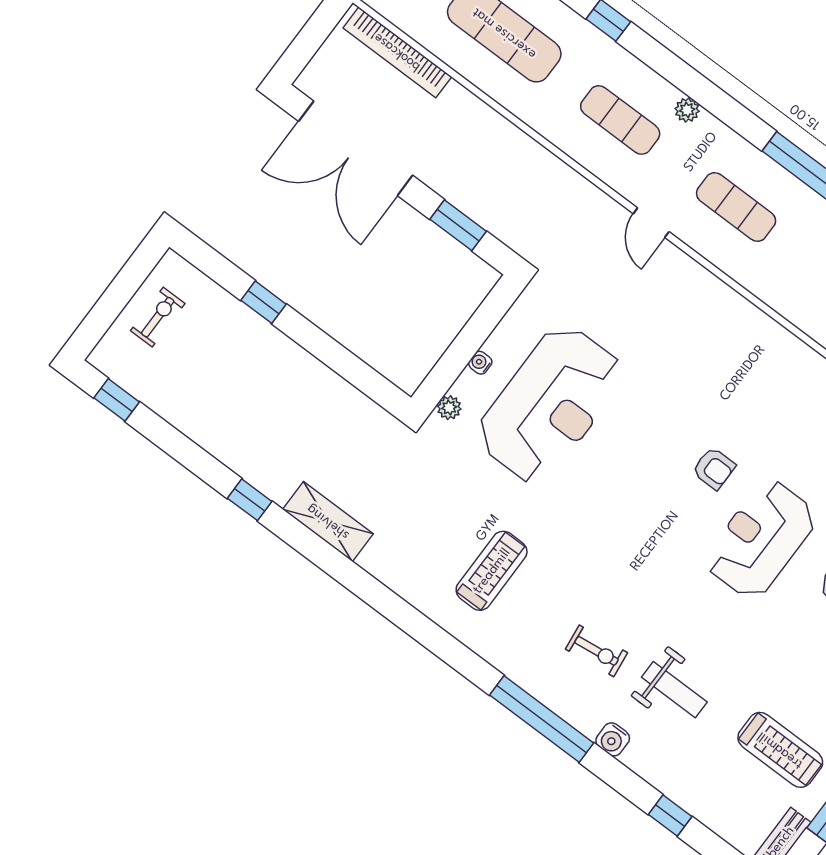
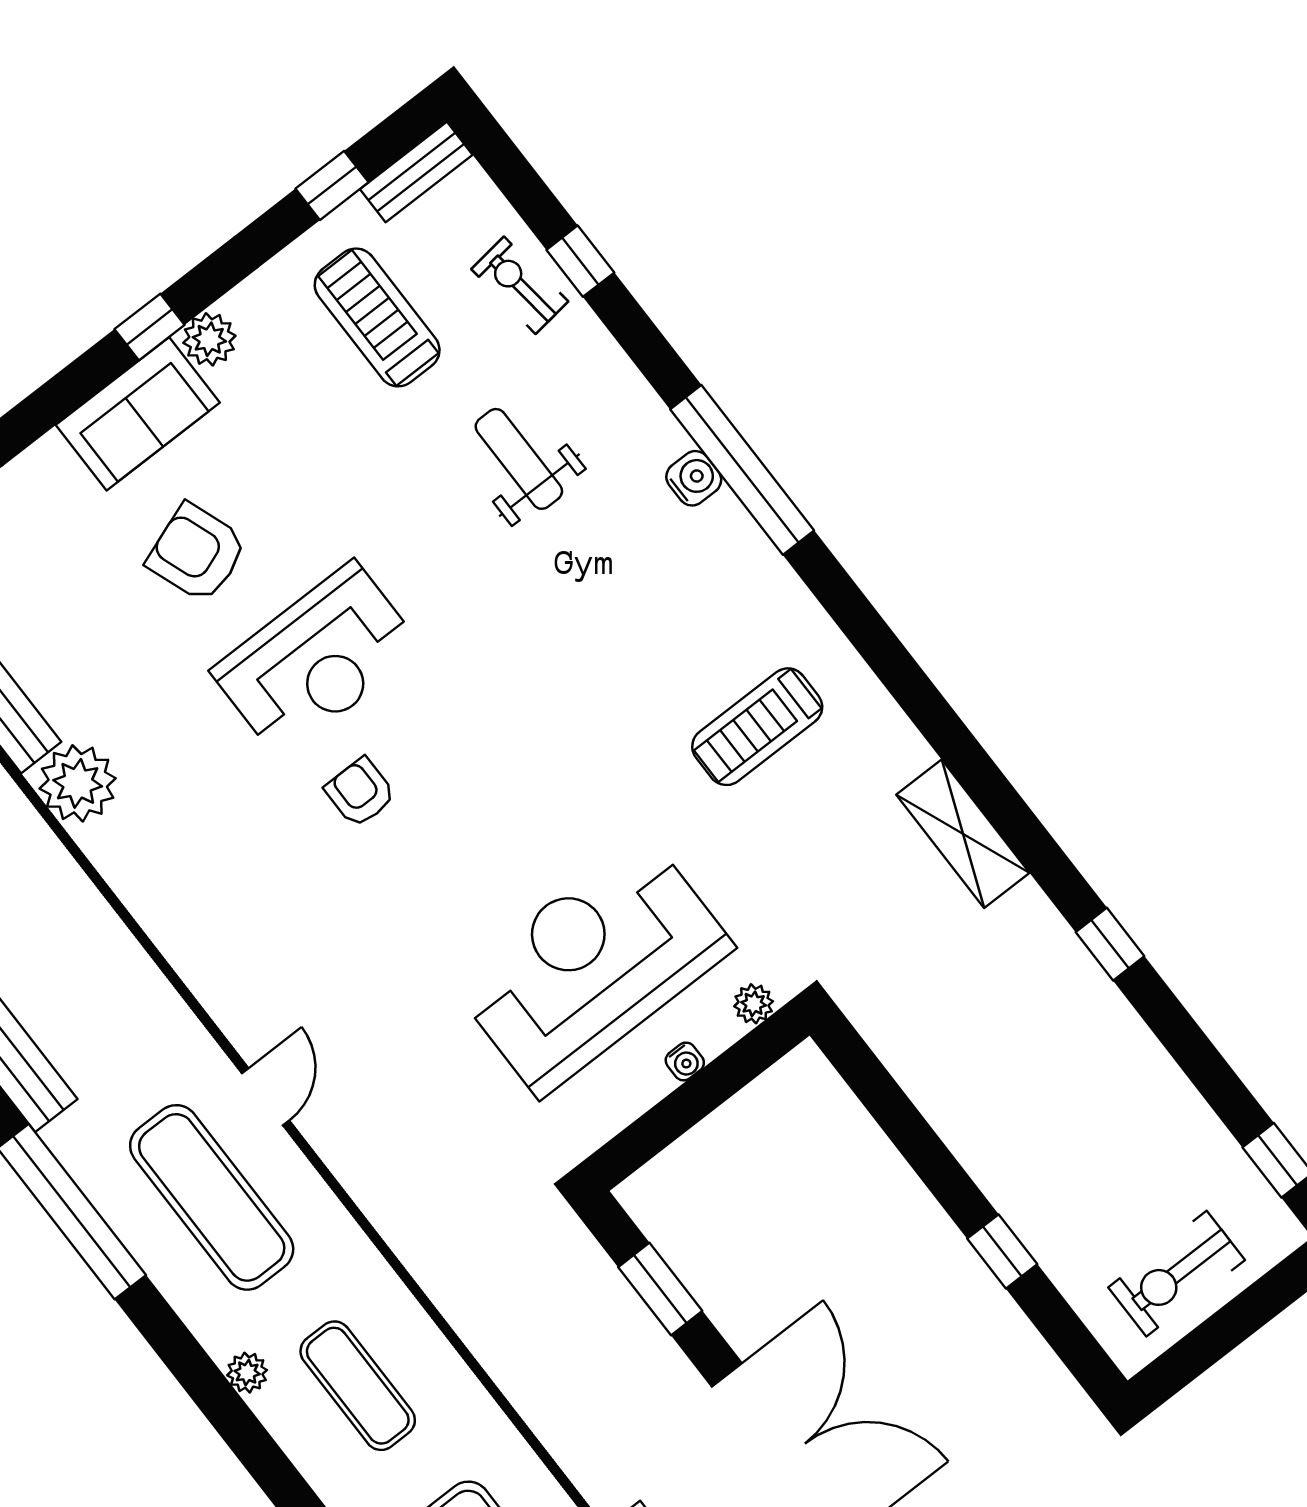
exercise mat: (736, 207) -> (212, 1197), width x1.36, depth x1.45
door: (651, 223) -> (266, 1097), moved
exercise bike: (158, 317) -> (1177, 1274), width x1.38, depth x1.39
shelving: (328, 522) -> (963, 834), moved
exercise bike: (597, 651) -> (520, 285), moved
water cooler: (613, 739) -> (694, 478), moved

